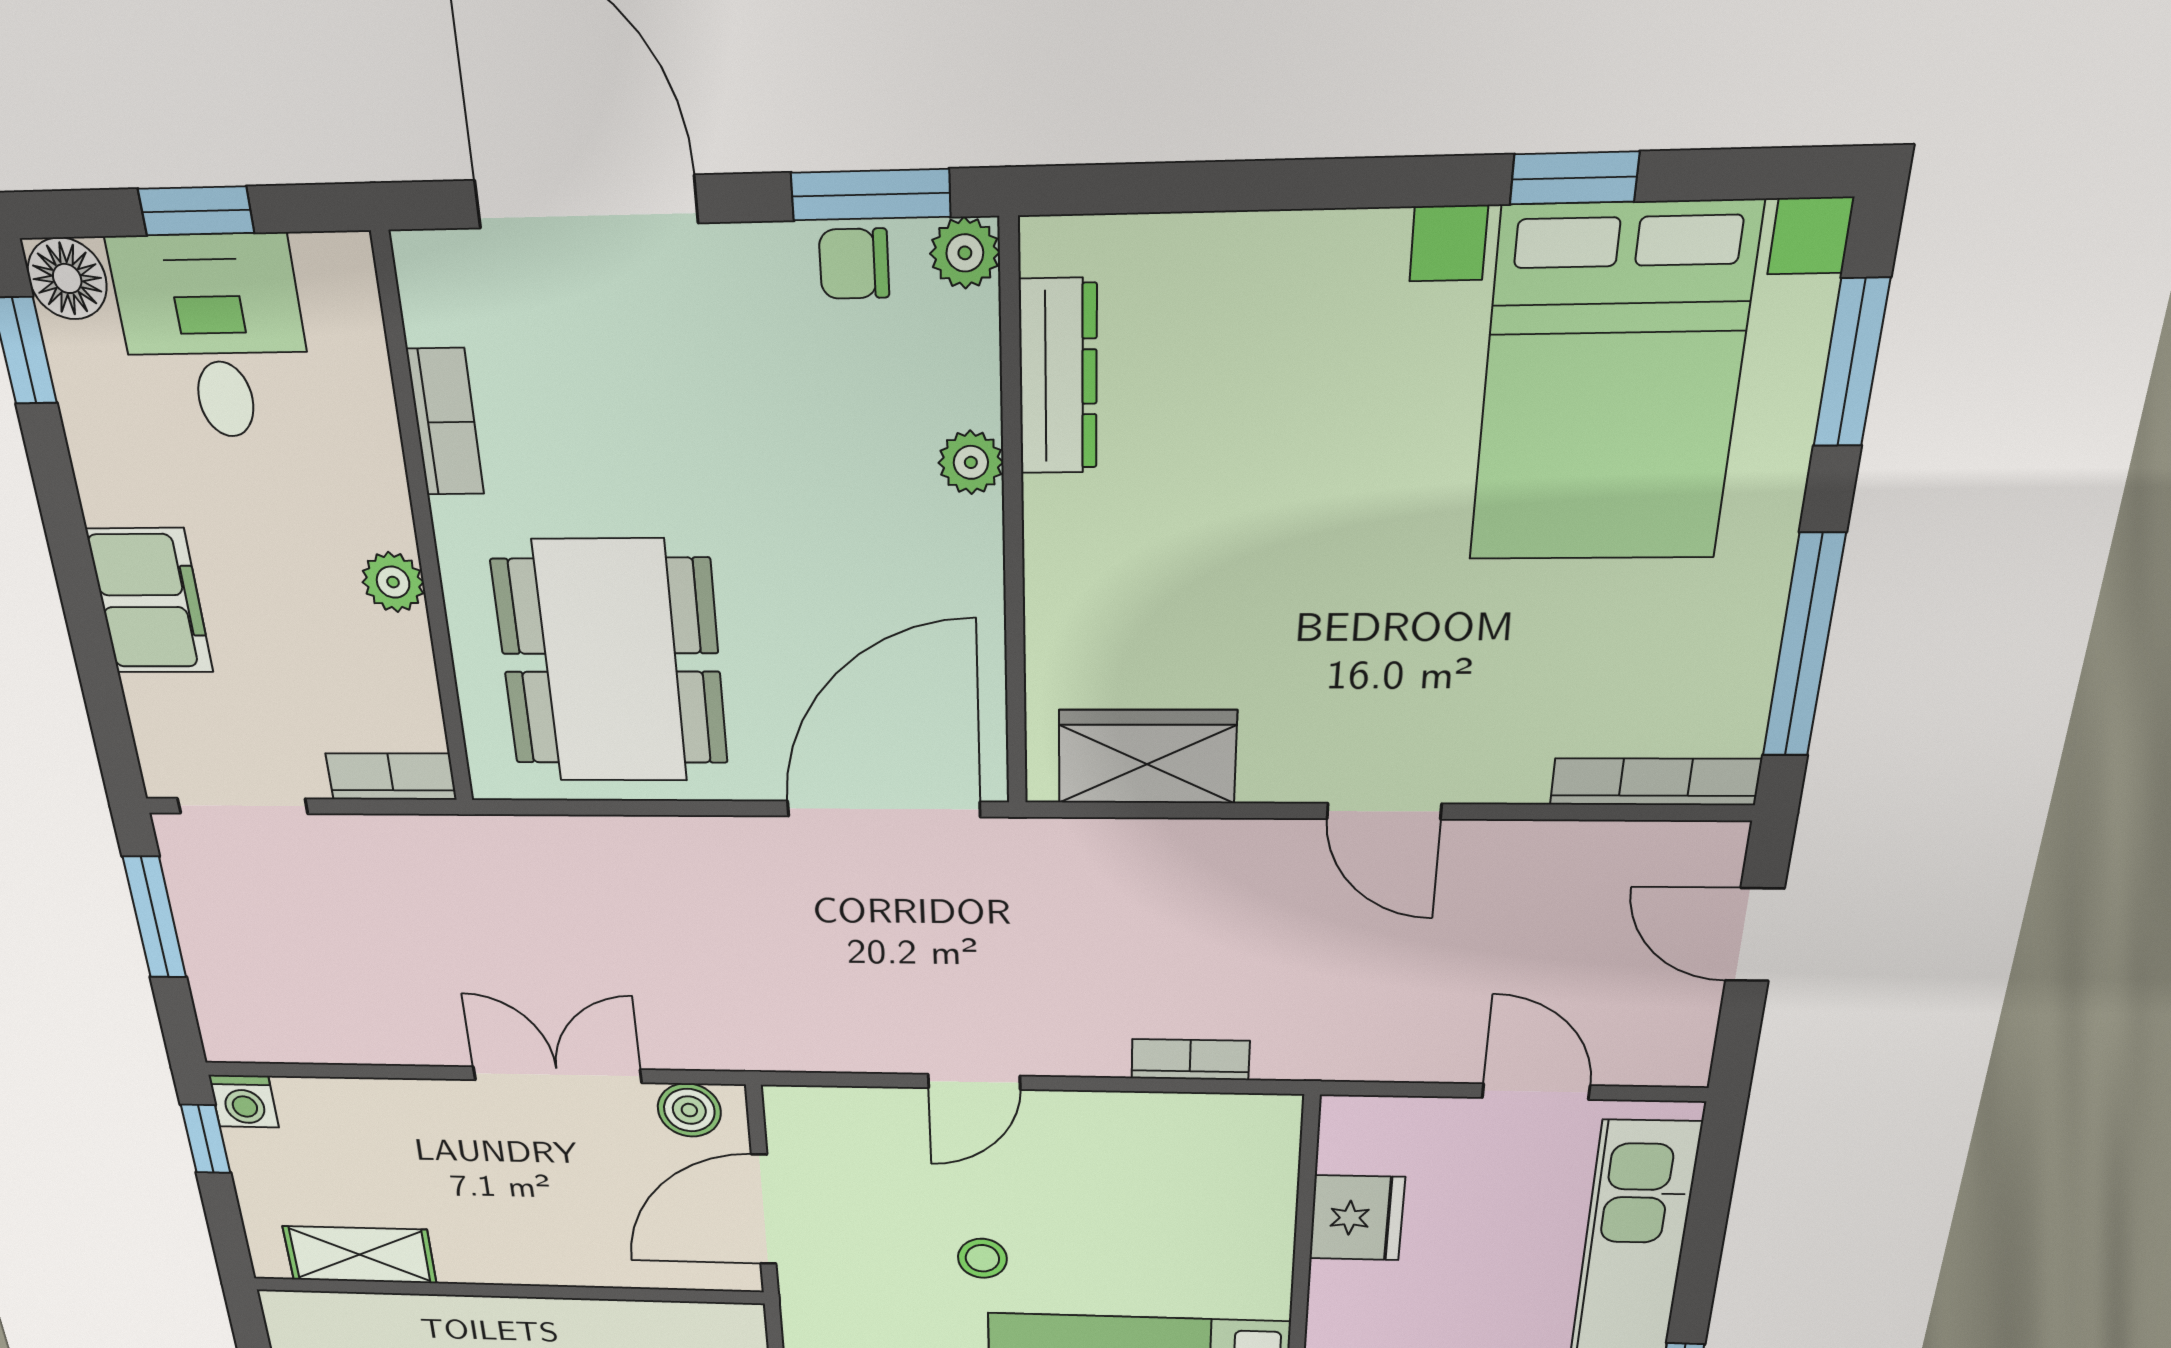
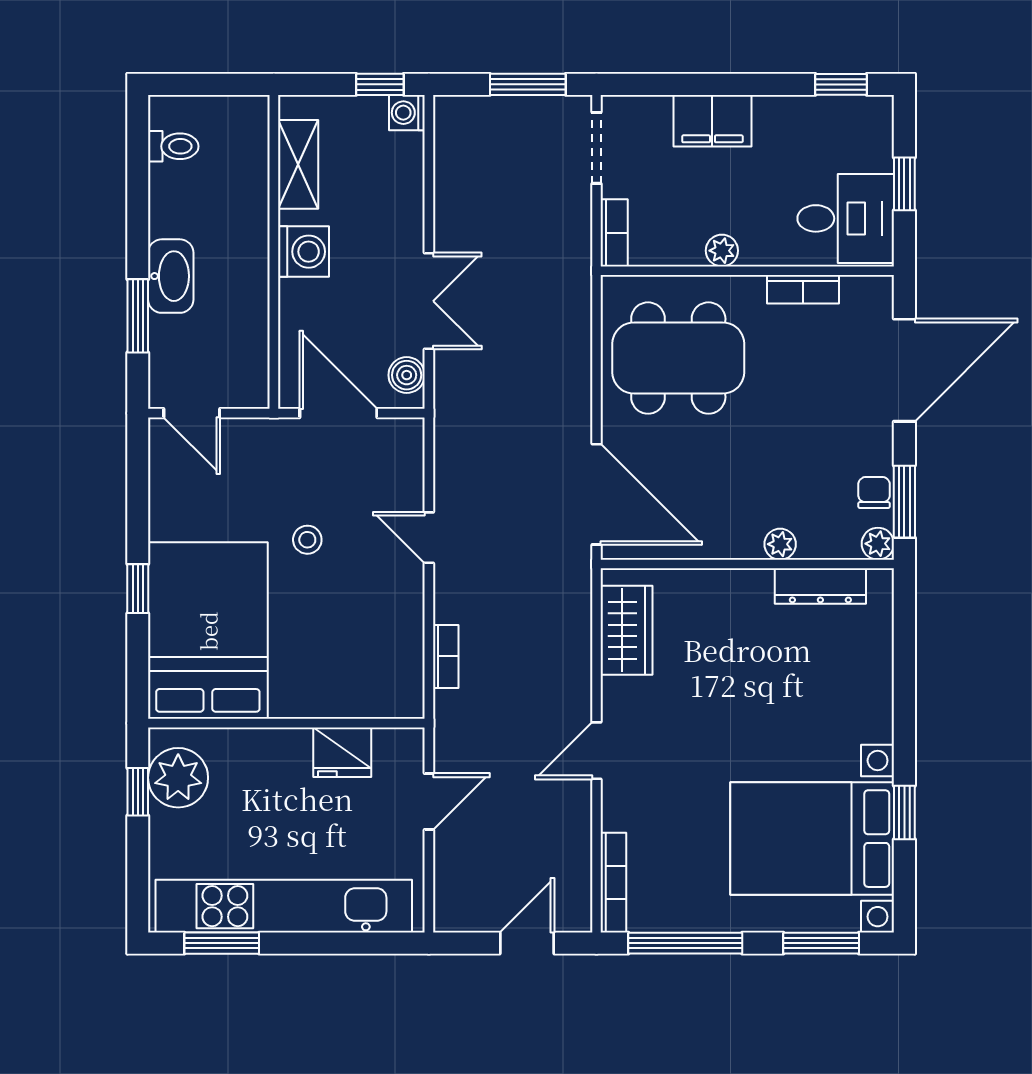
floor lamp: (67, 279) -> (875, 114), removed
desk: (214, 337) -> (846, 218), moved
door: (1536, 1092) -> (429, 802), moved
washing machine: (500, 1251) -> (303, 252), added

